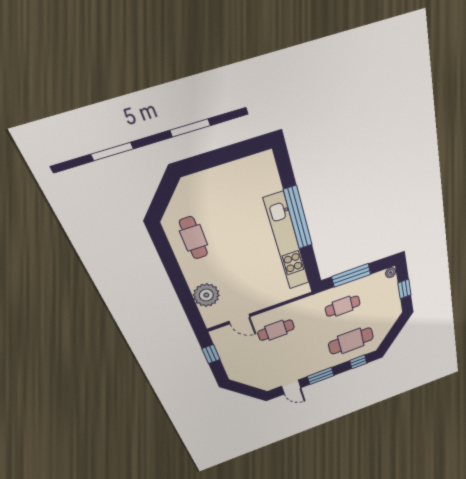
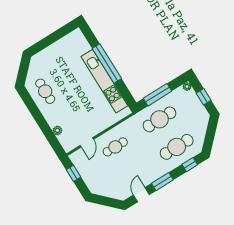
plant: (206, 295) -> (57, 130), width x0.53, depth x0.53
cafe table: (343, 306) -> (160, 119), width x1.37, depth x1.35
door: (239, 319) -> (87, 142), hinge flipped
door: (291, 387) -> (141, 195), swing flipped

